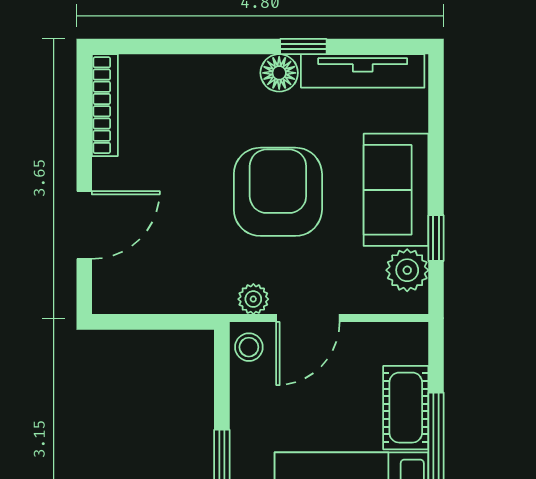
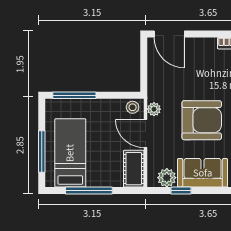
door: (84, 225) -> (169, 34), moved
cot: (406, 408) -> (134, 169), moved, turned 90

